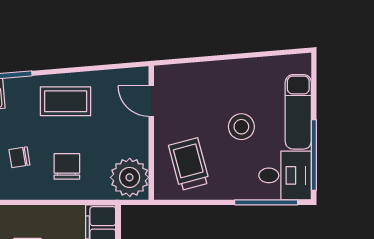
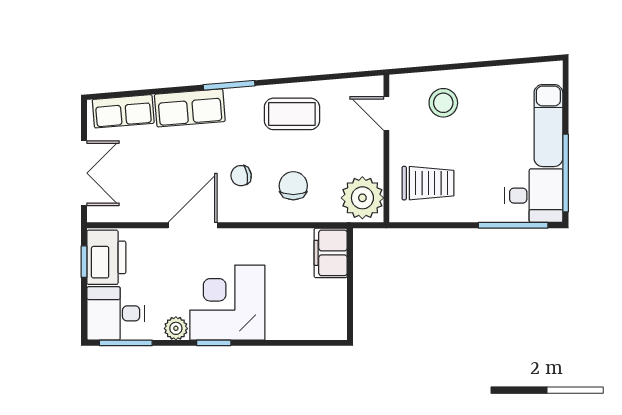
stool: (241, 127) -> (443, 103), moved
trolley: (189, 164) -> (428, 183), turned 105

